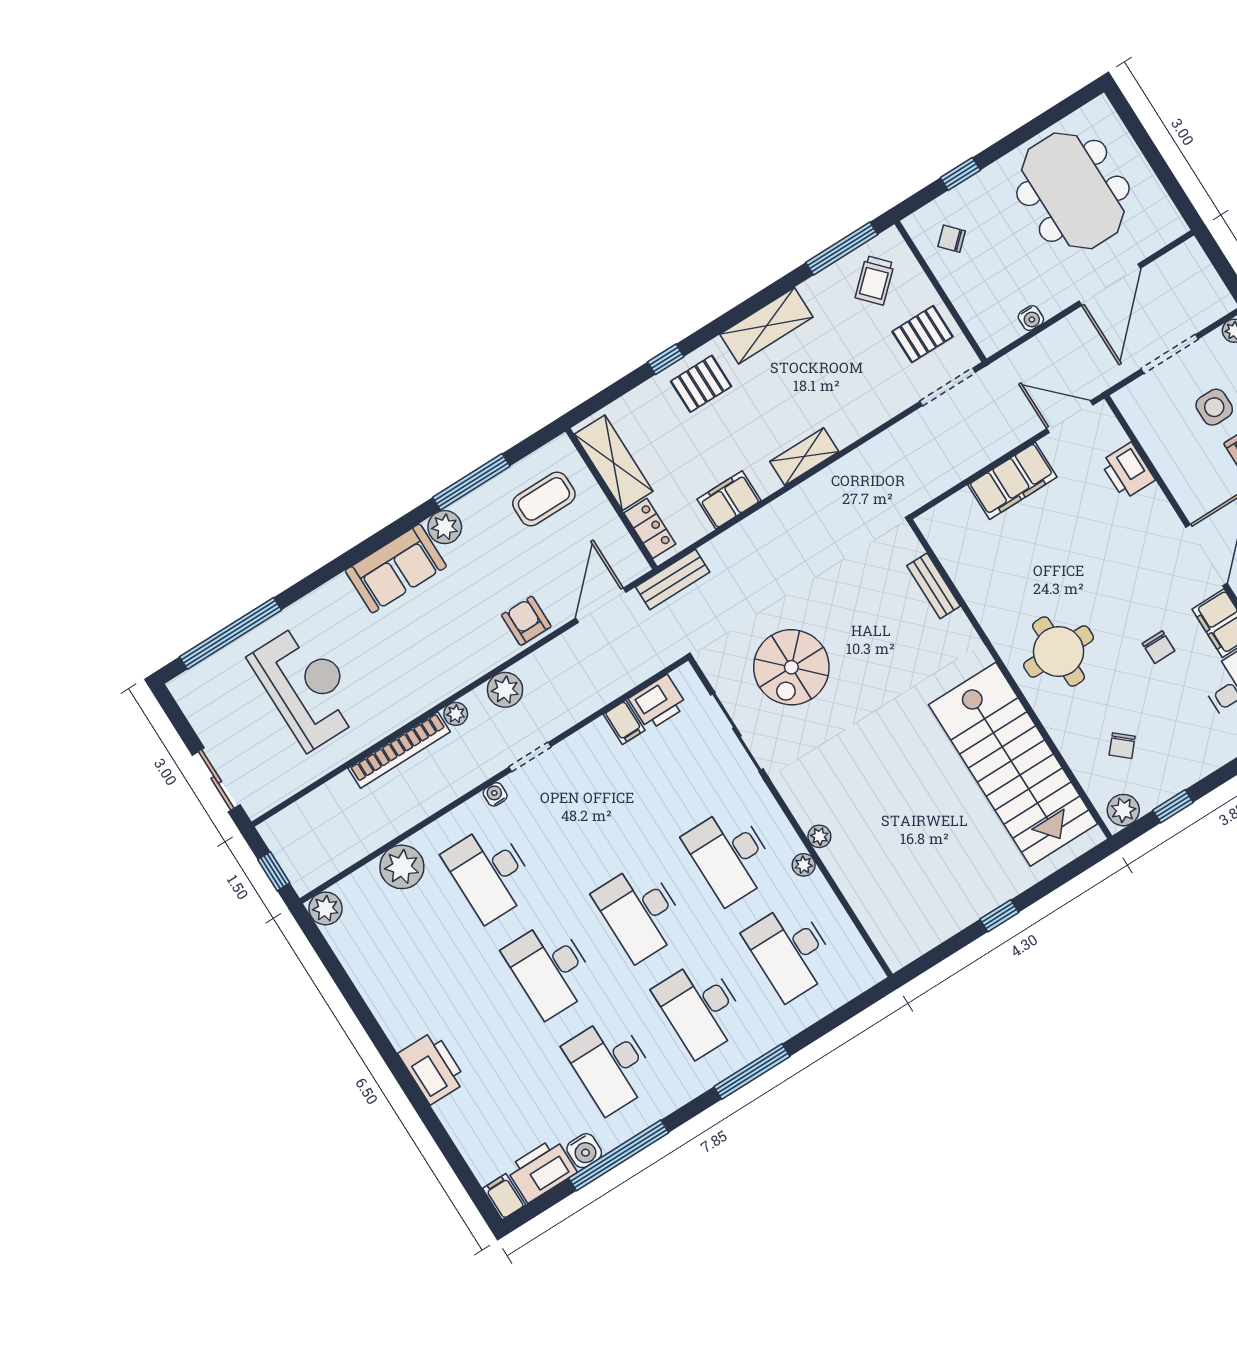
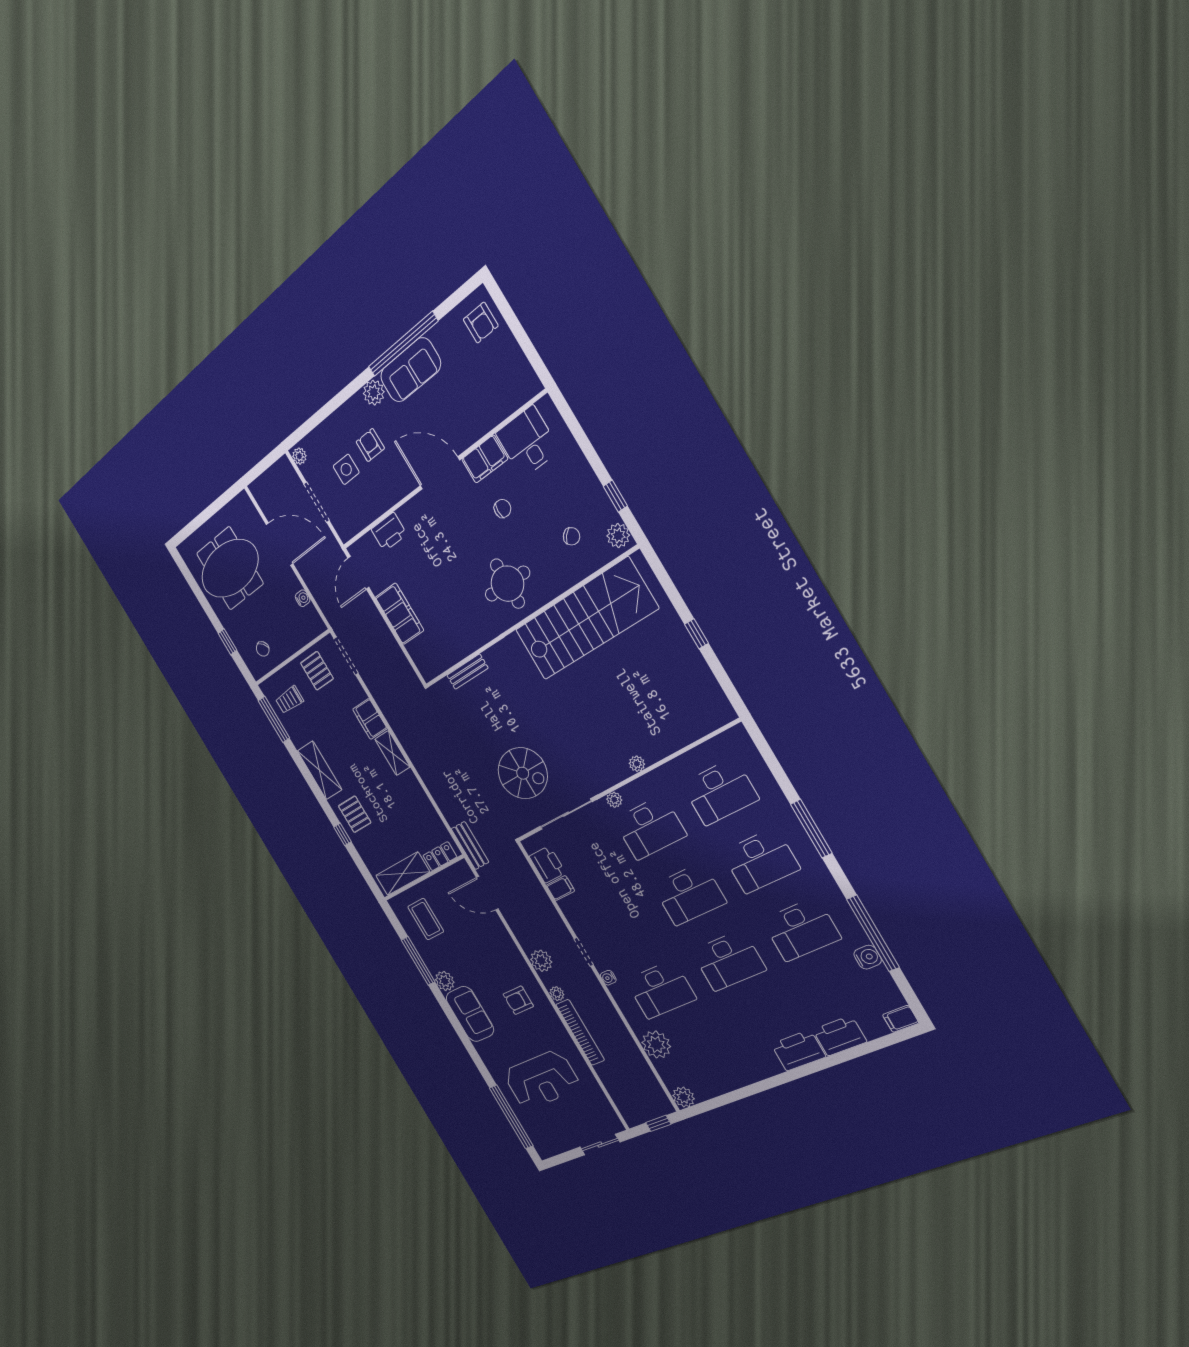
trolley: (875, 280) -> (289, 700), turned 133
filing cabinet: (729, 500) -> (370, 719), moved
armchair: (526, 621) -> (518, 1000), moved
reception desk: (307, 686) -> (542, 1080), turned 180
plant: (804, 865) -> (614, 800), moved
printer: (541, 1170) -> (840, 1036), moved, turned 90

